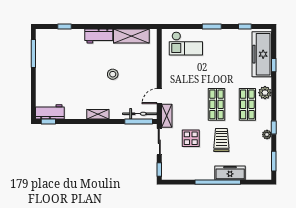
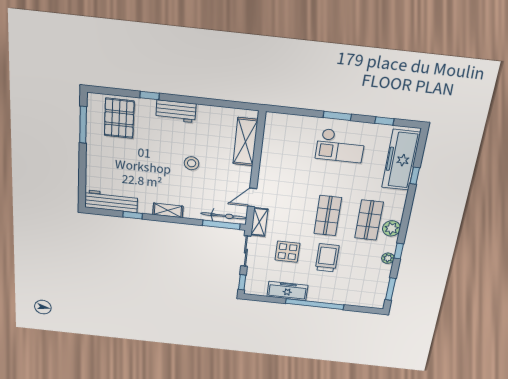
window: (64, 26) -> (150, 96), moved
shelving: (131, 36) -> (245, 142), moved, turned 90
checkout: (186, 43) -> (340, 146), moved
pallet: (59, 46) -> (119, 118), added
plant: (265, 93) -> (391, 228), moved
workbench: (50, 112) -> (111, 201), width x1.37
window: (48, 121) -> (133, 215), moved
freezer: (230, 173) -> (287, 291), moved

